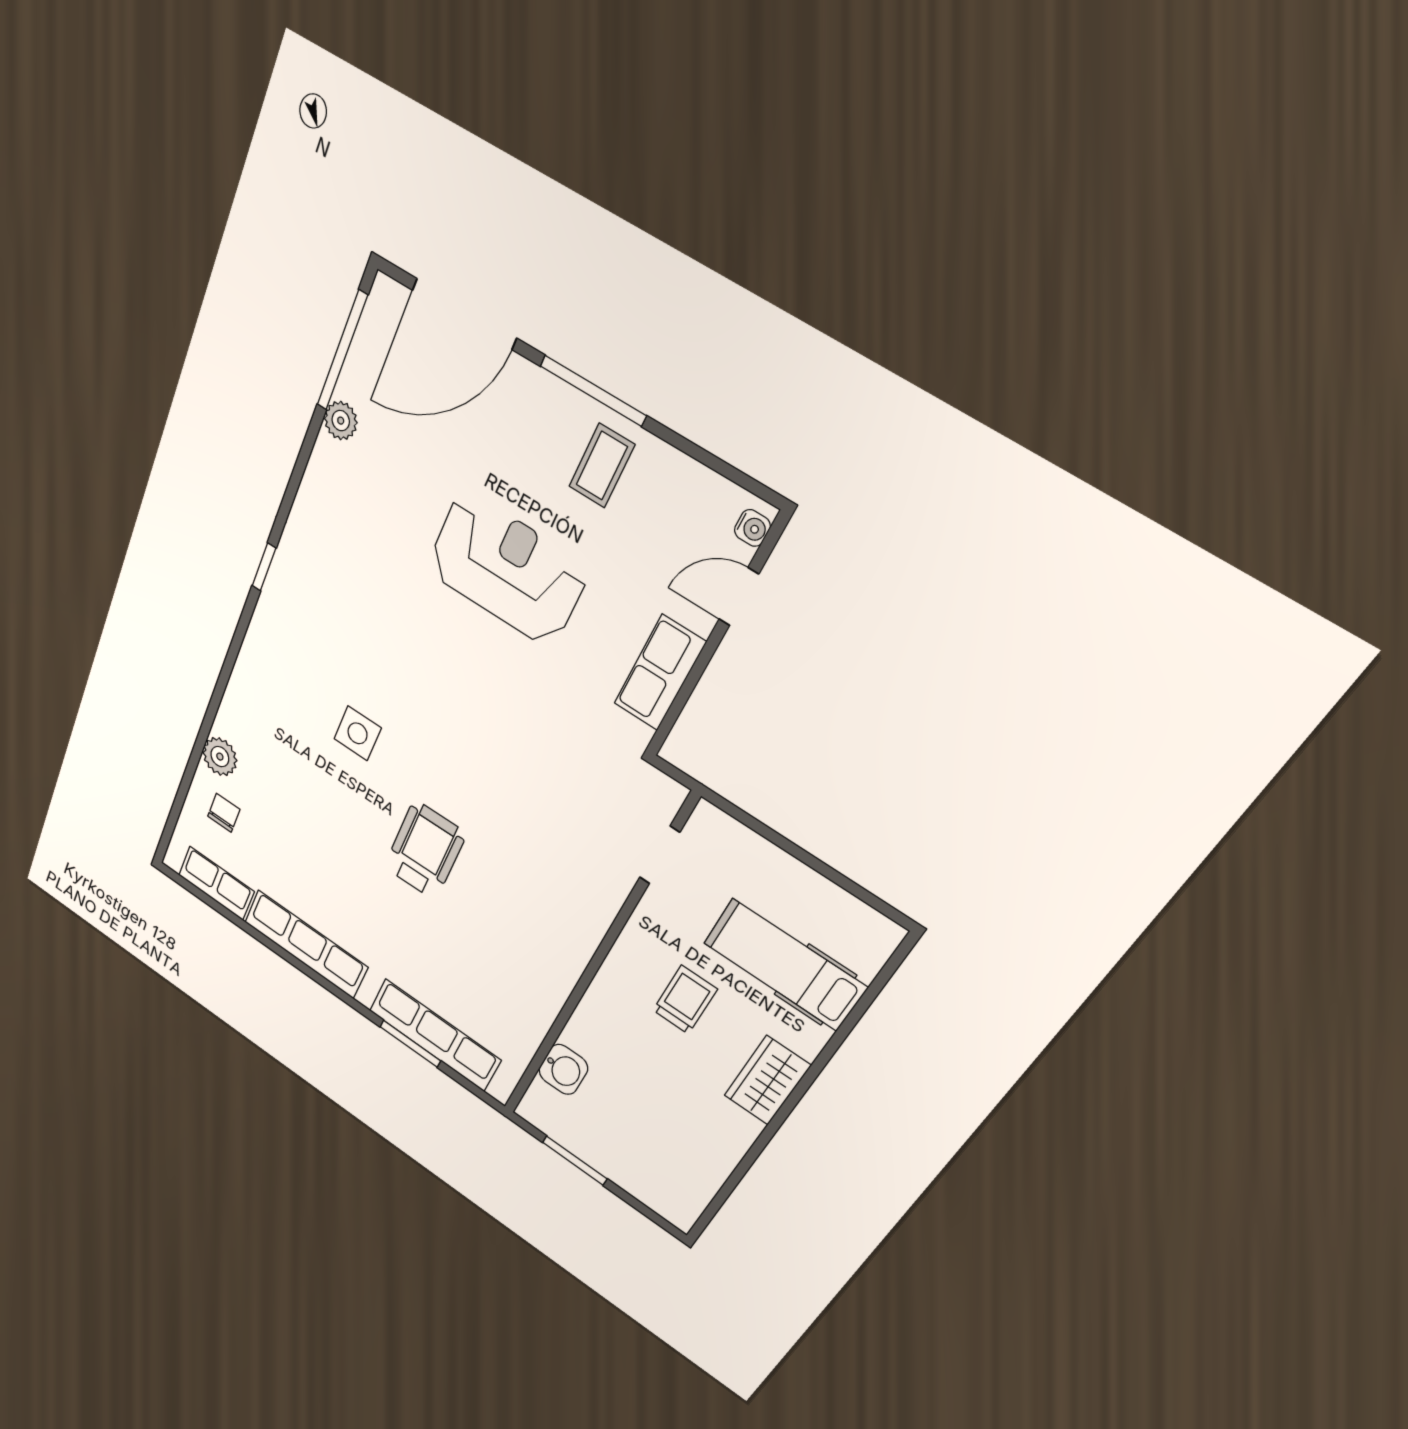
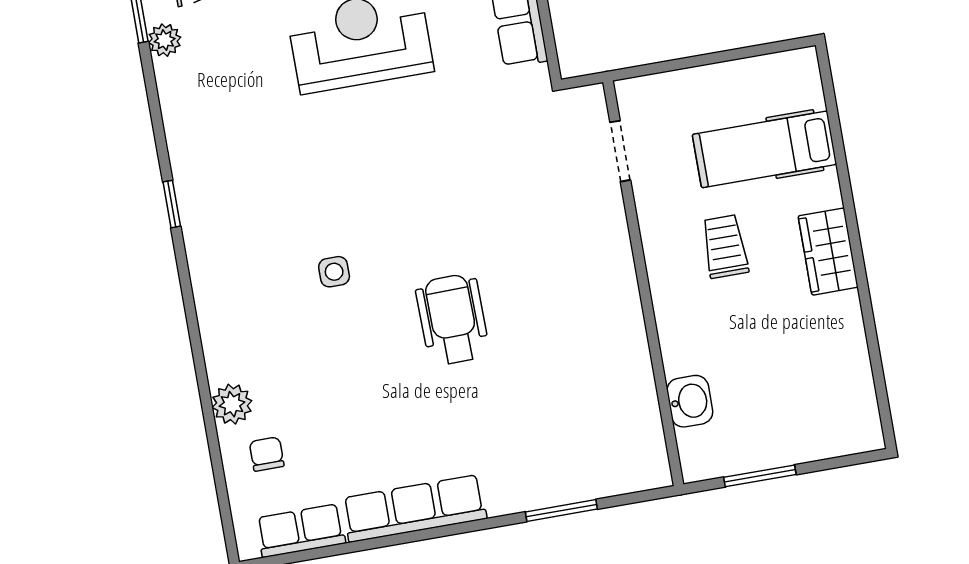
side table: (358, 733) -> (334, 272), width x0.73, depth x0.73
row of seats: (435, 1035) -> (574, 480), removed

